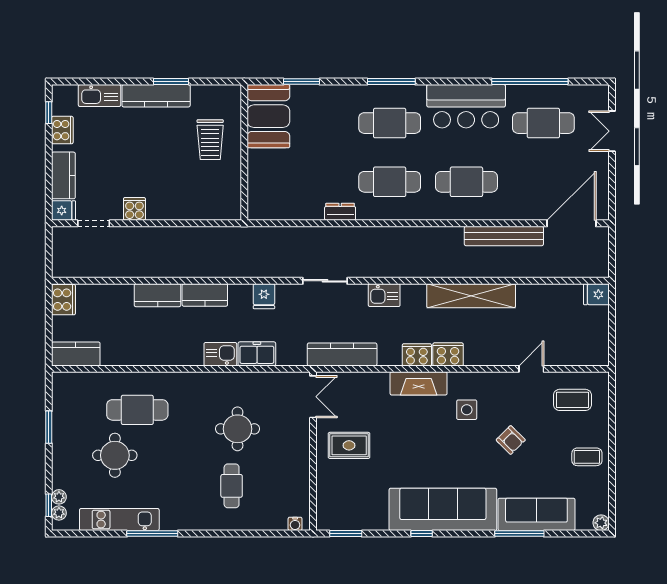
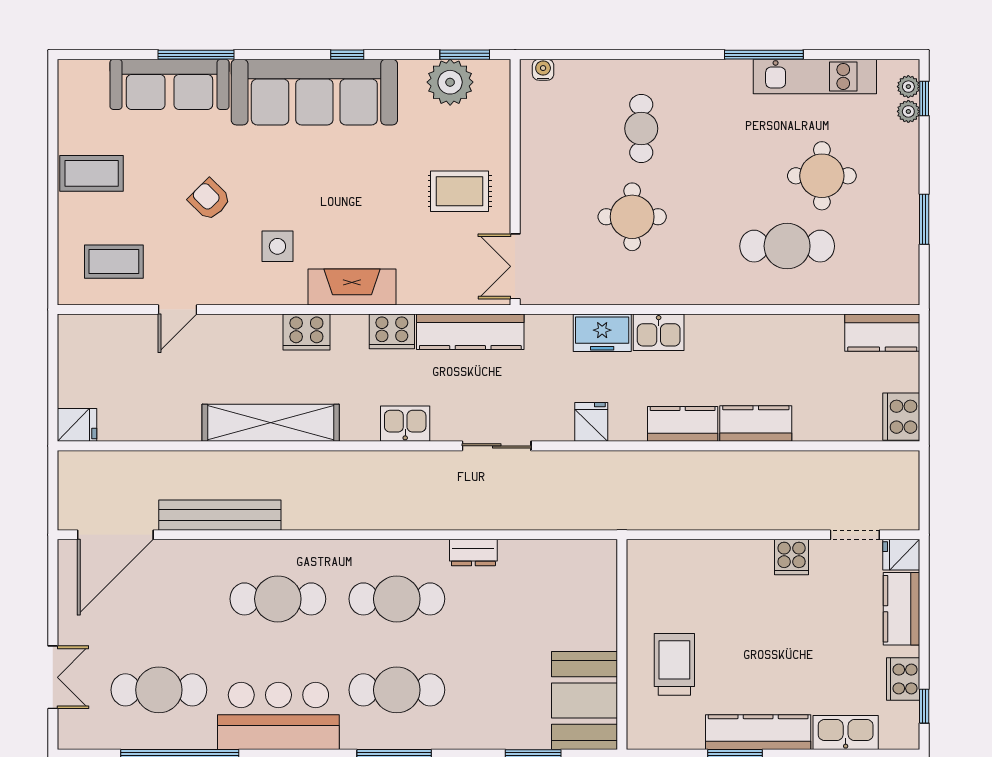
cooker: (417, 355) -> (392, 331), moved
coffee table: (587, 457) -> (92, 173), width x1.36, depth x1.30
plant: (601, 523) -> (450, 82), moved, width x1.88, depth x1.88

